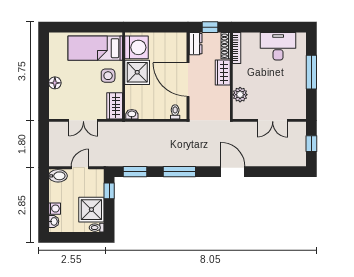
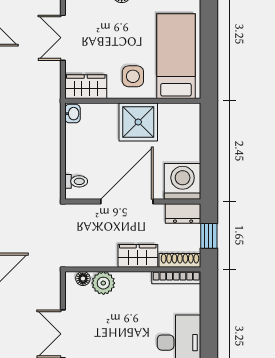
washing machine: (137, 47) -> (183, 181), moved, turned 180
floor lamp: (237, 108) -> (83, 279), added

